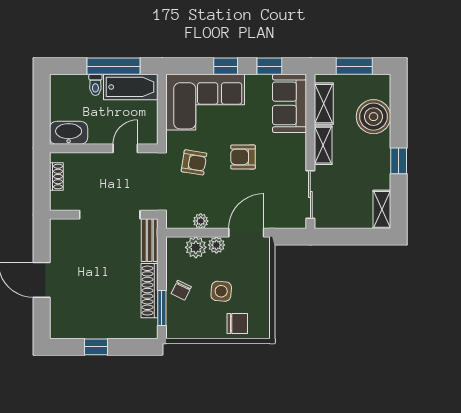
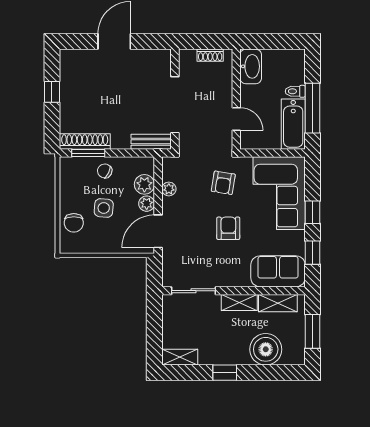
door: (246, 233) -> (158, 231), swing flipped
shoe rack: (149, 291) -> (85, 141), moved

